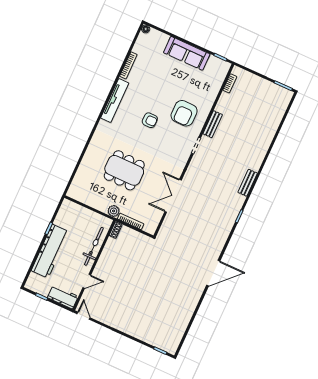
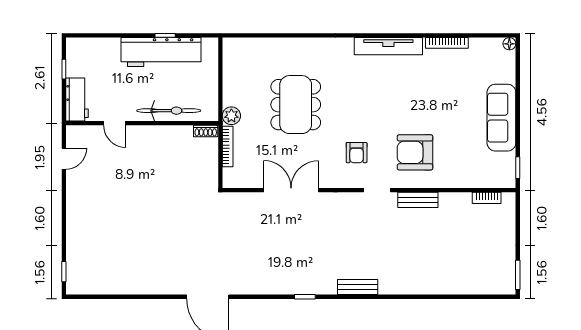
armchair: (150, 120) -> (357, 153), moved
workbench: (50, 251) -> (161, 52), moved
door: (83, 316) -> (64, 159), moved

